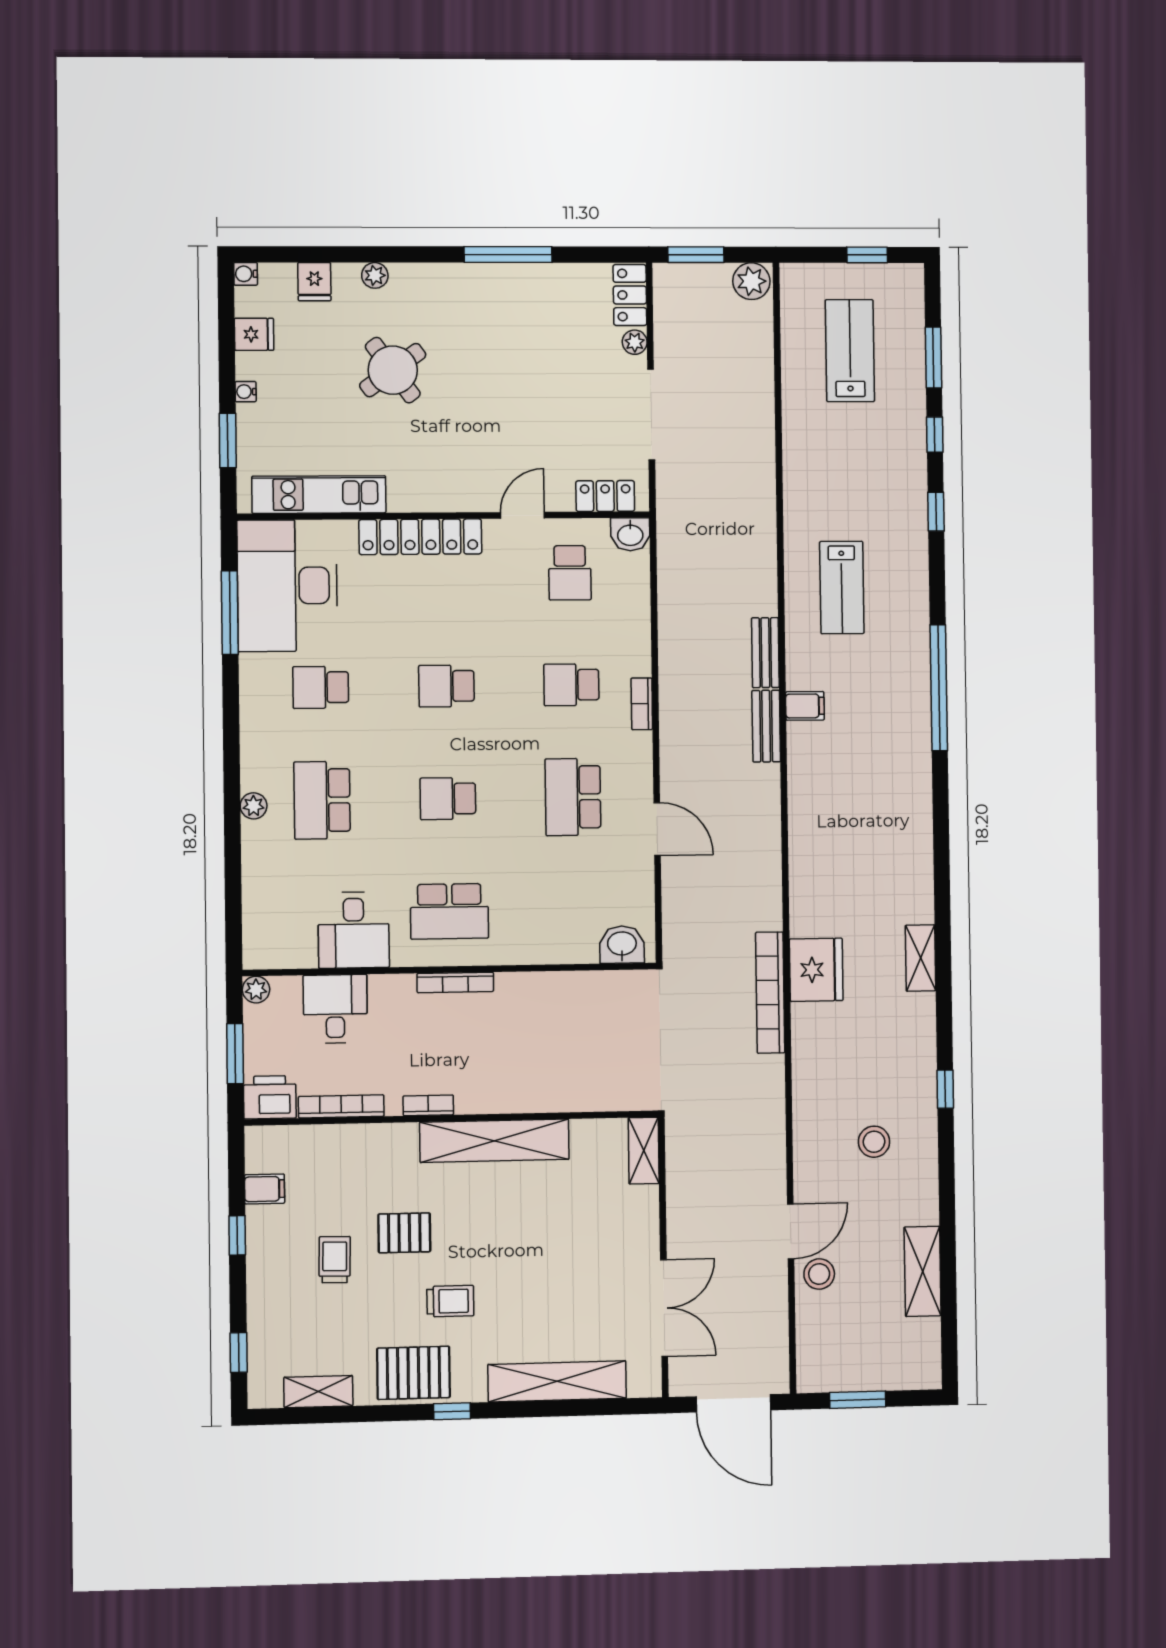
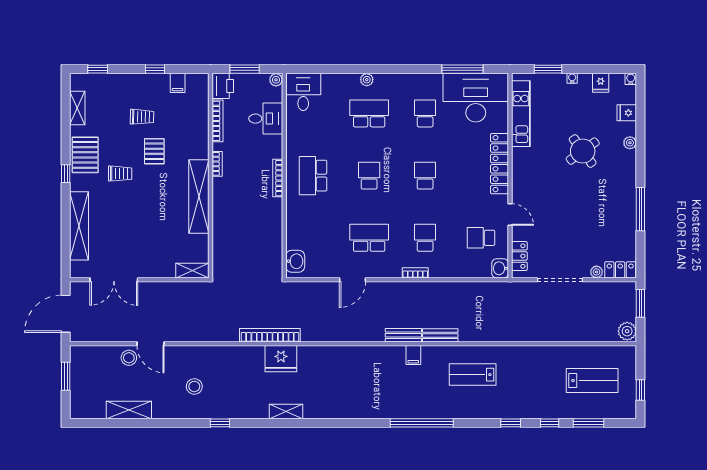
desk: (354, 930) -> (303, 92), moved, turned 90
trolley: (450, 1301) -> (120, 174), turned -90

